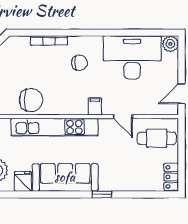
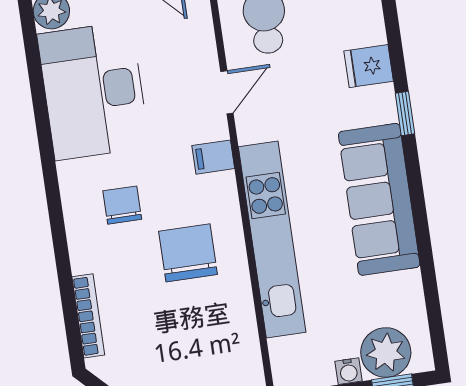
bookcase: (49, 40) -> (88, 316), moved
chair: (31, 100) -> (188, 253), moved
fridge: (23, 181) -> (369, 66), moved

